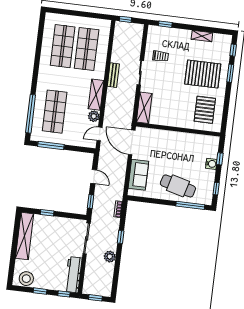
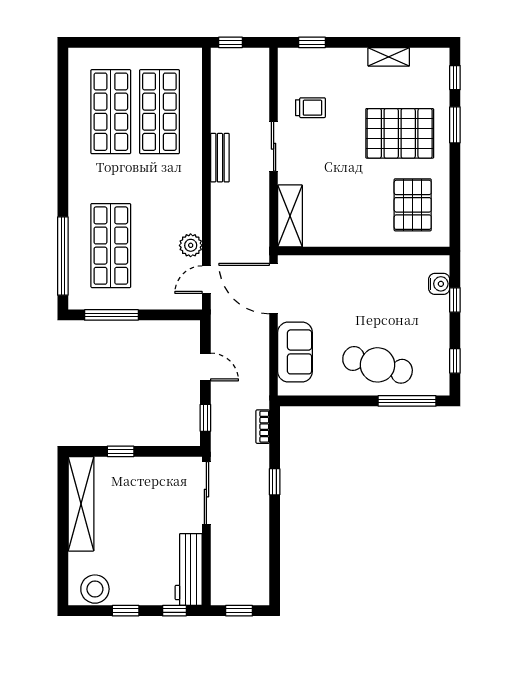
shelving: (96, 95) -> (190, 201), removed
water cooler: (211, 164) -> (439, 284), moved
plant: (110, 257) -> (258, 524), removed

